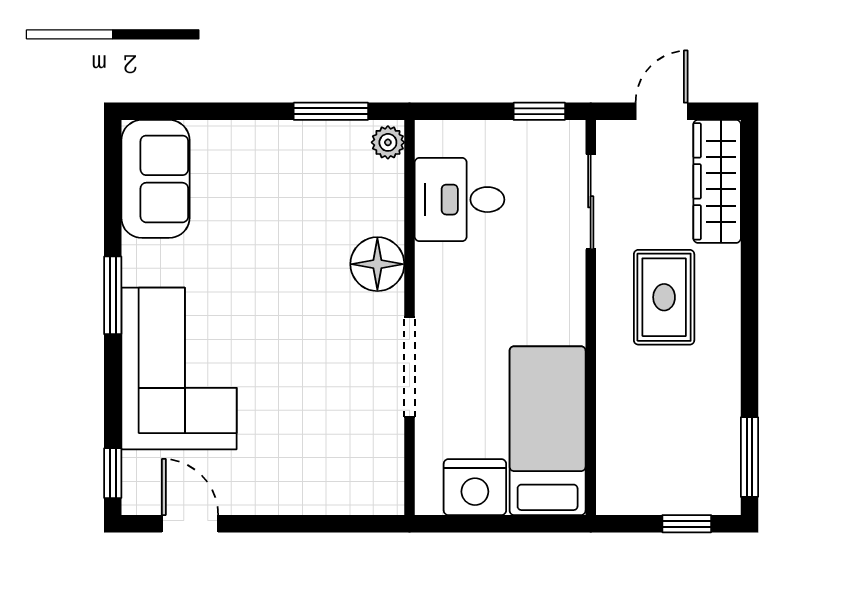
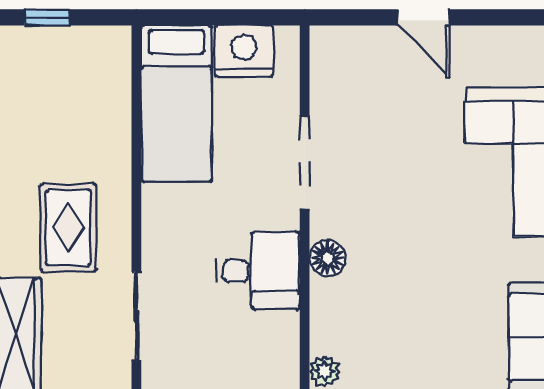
desk: (460, 200) -> (258, 271), moved
floor lamp: (377, 264) -> (328, 258), width x0.73, depth x0.73
door: (190, 524) -> (424, 17), moved

